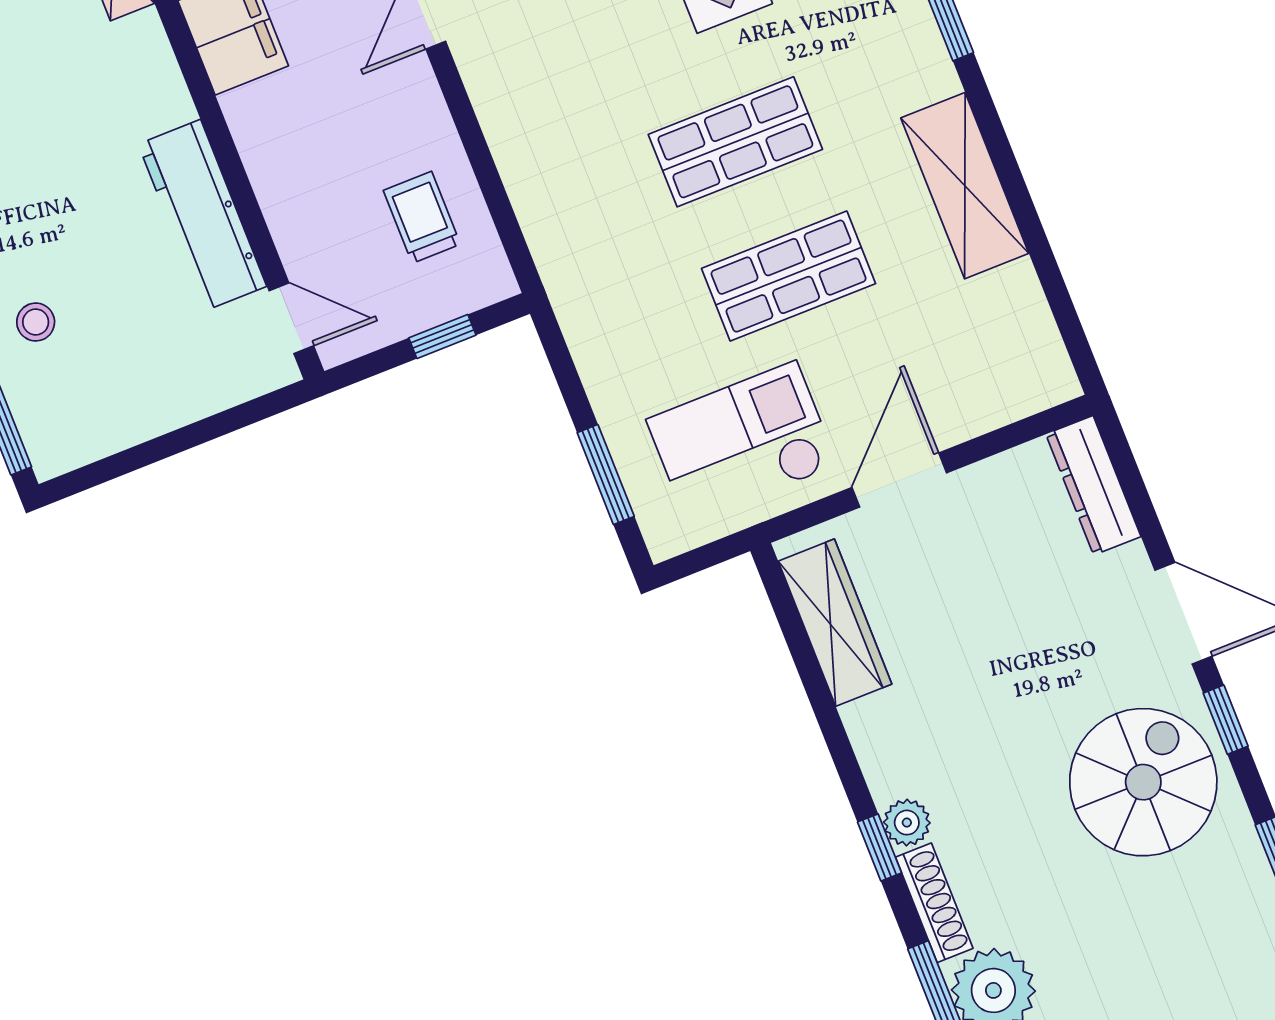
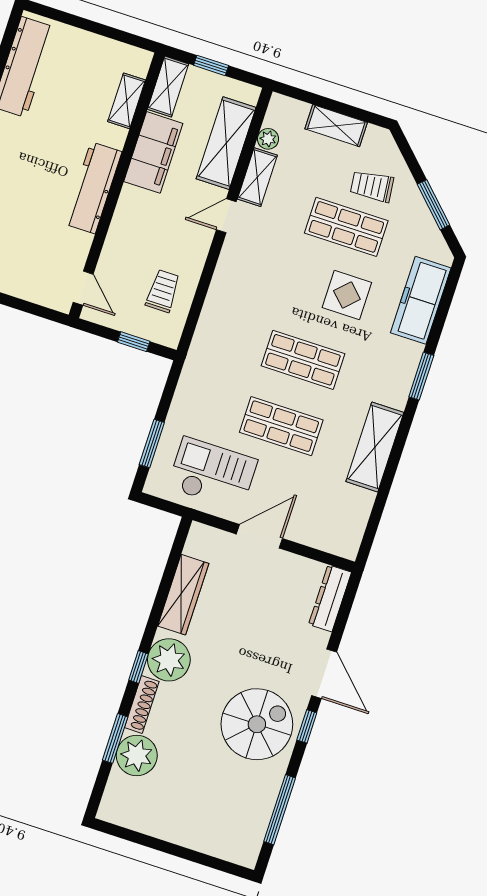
workbench: (202, 215) -> (93, 188), moved
wardrobe: (835, 623) -> (183, 595), moved
plant: (907, 823) -> (169, 660), width x1.87, depth x1.87

